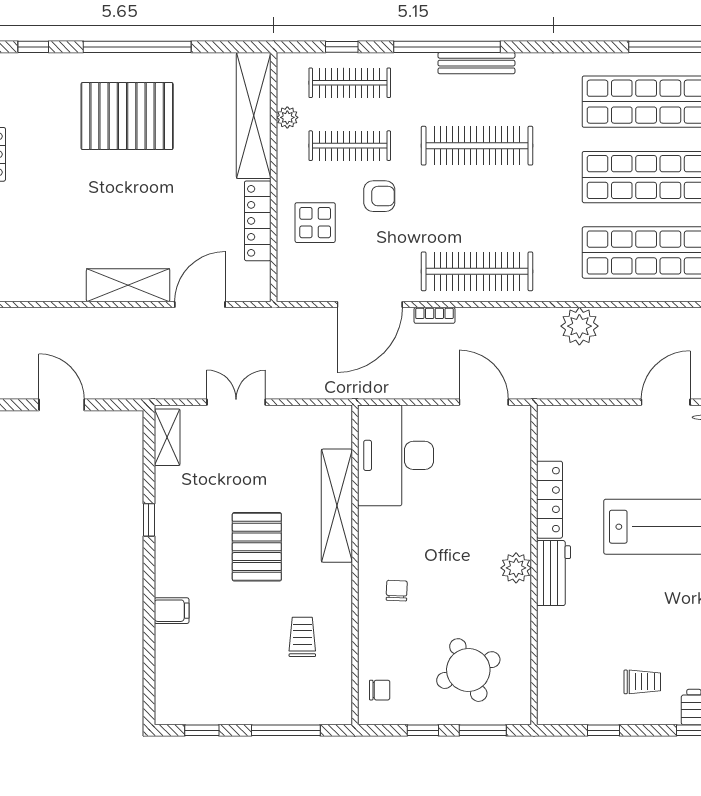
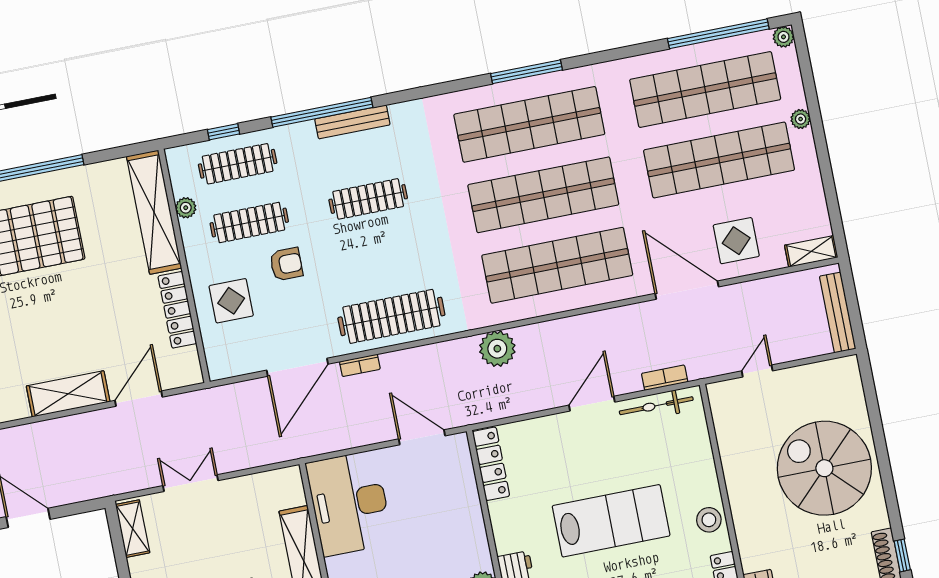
clothes rail: (477, 146) -> (368, 199), width x0.73, depth x0.76
locker: (550, 500) -> (491, 464), moved

